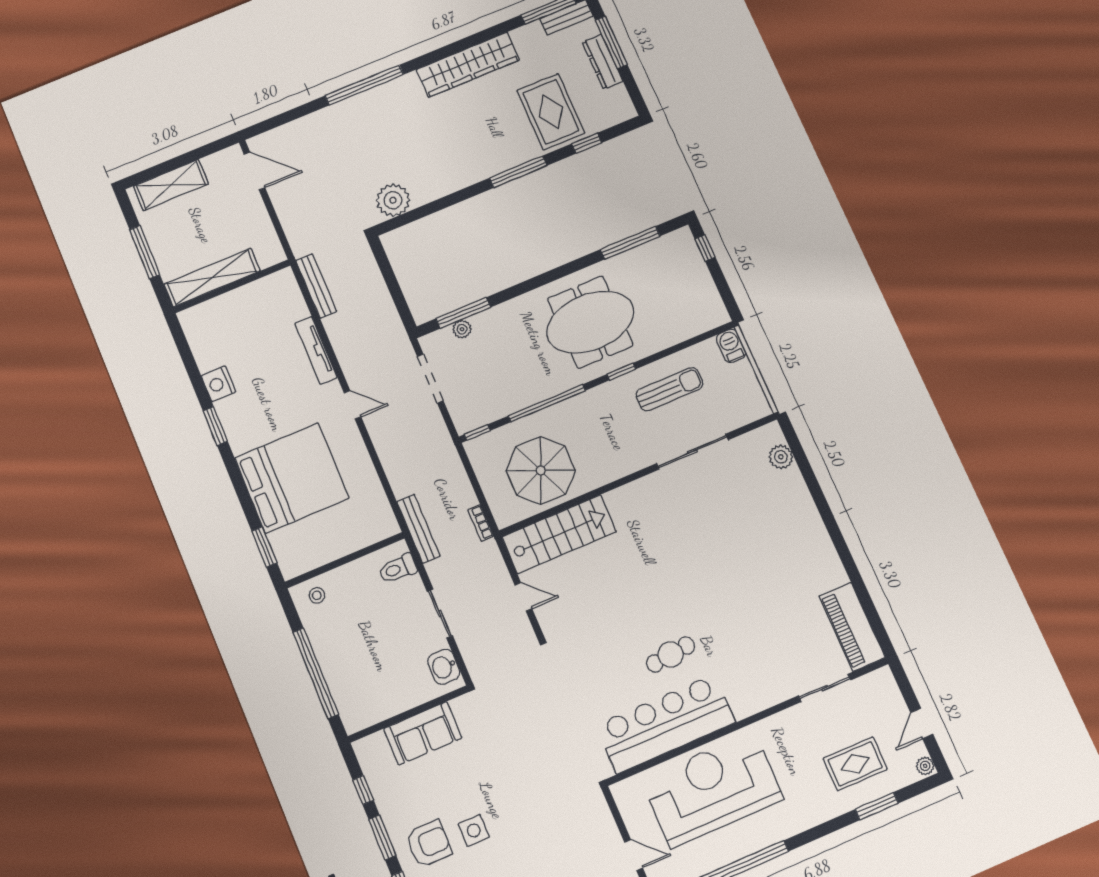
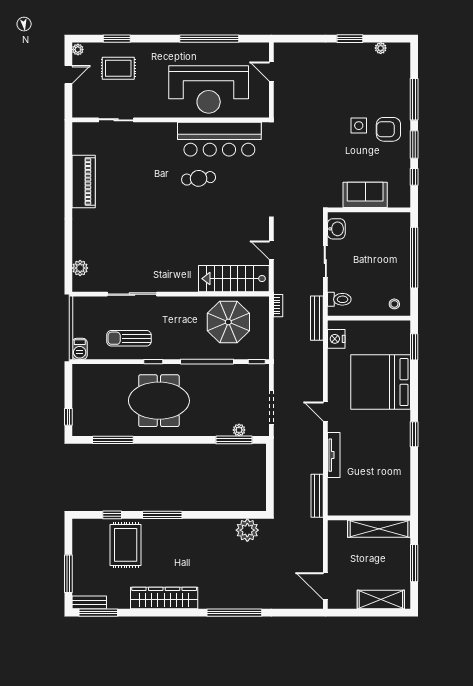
dresser: (602, 62) -> (79, 564), removed
nightstand: (218, 384) -> (336, 339), moved, turned 180
piano: (852, 627) -> (84, 181), moved

